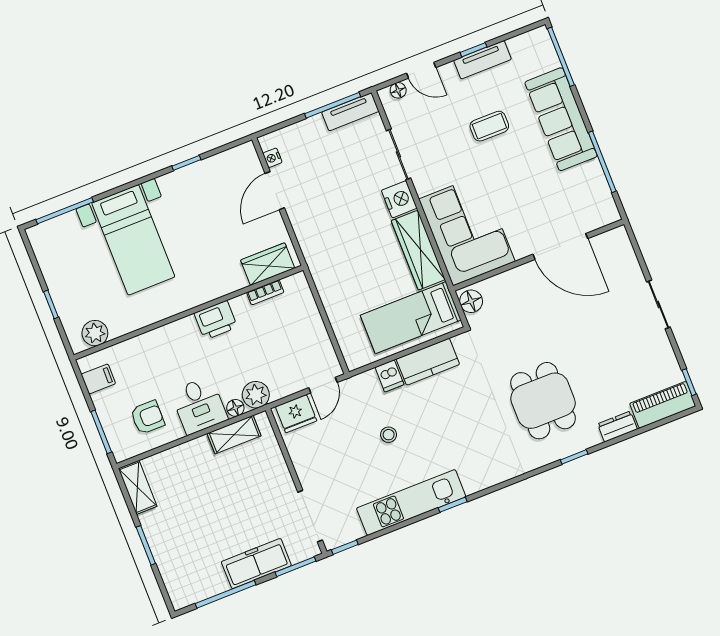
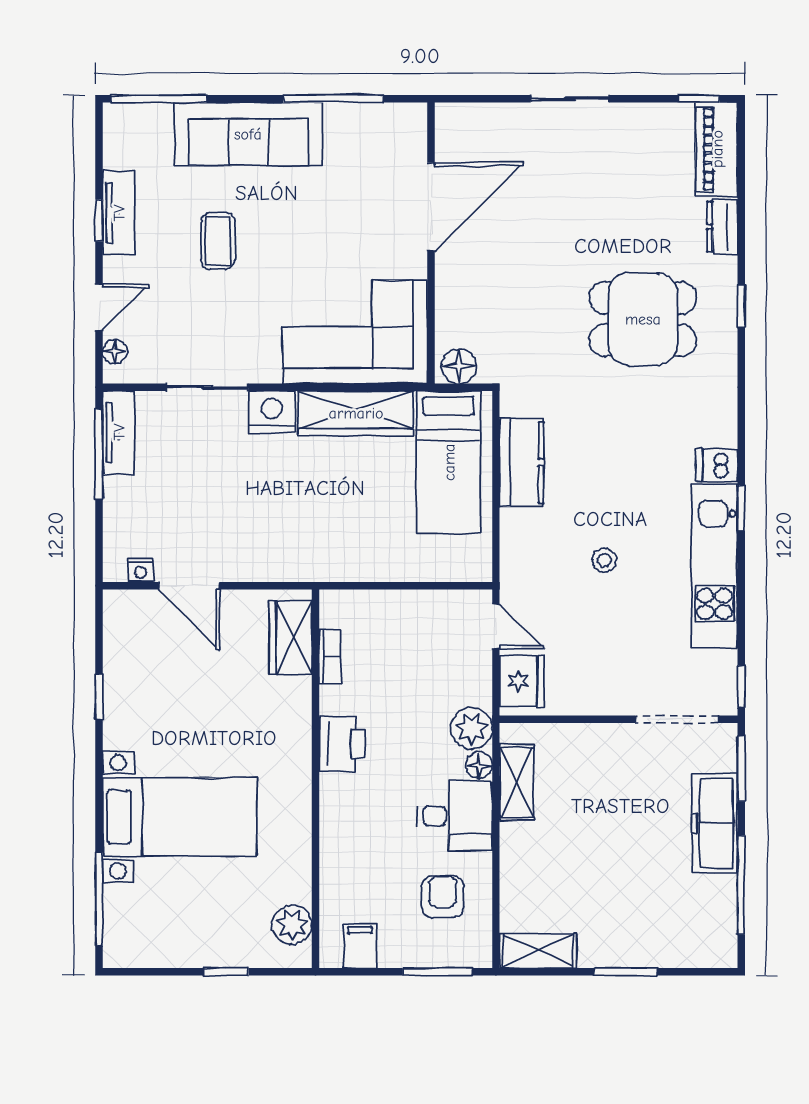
dishwasher: (389, 376) -> (717, 465), moved, turned 180

